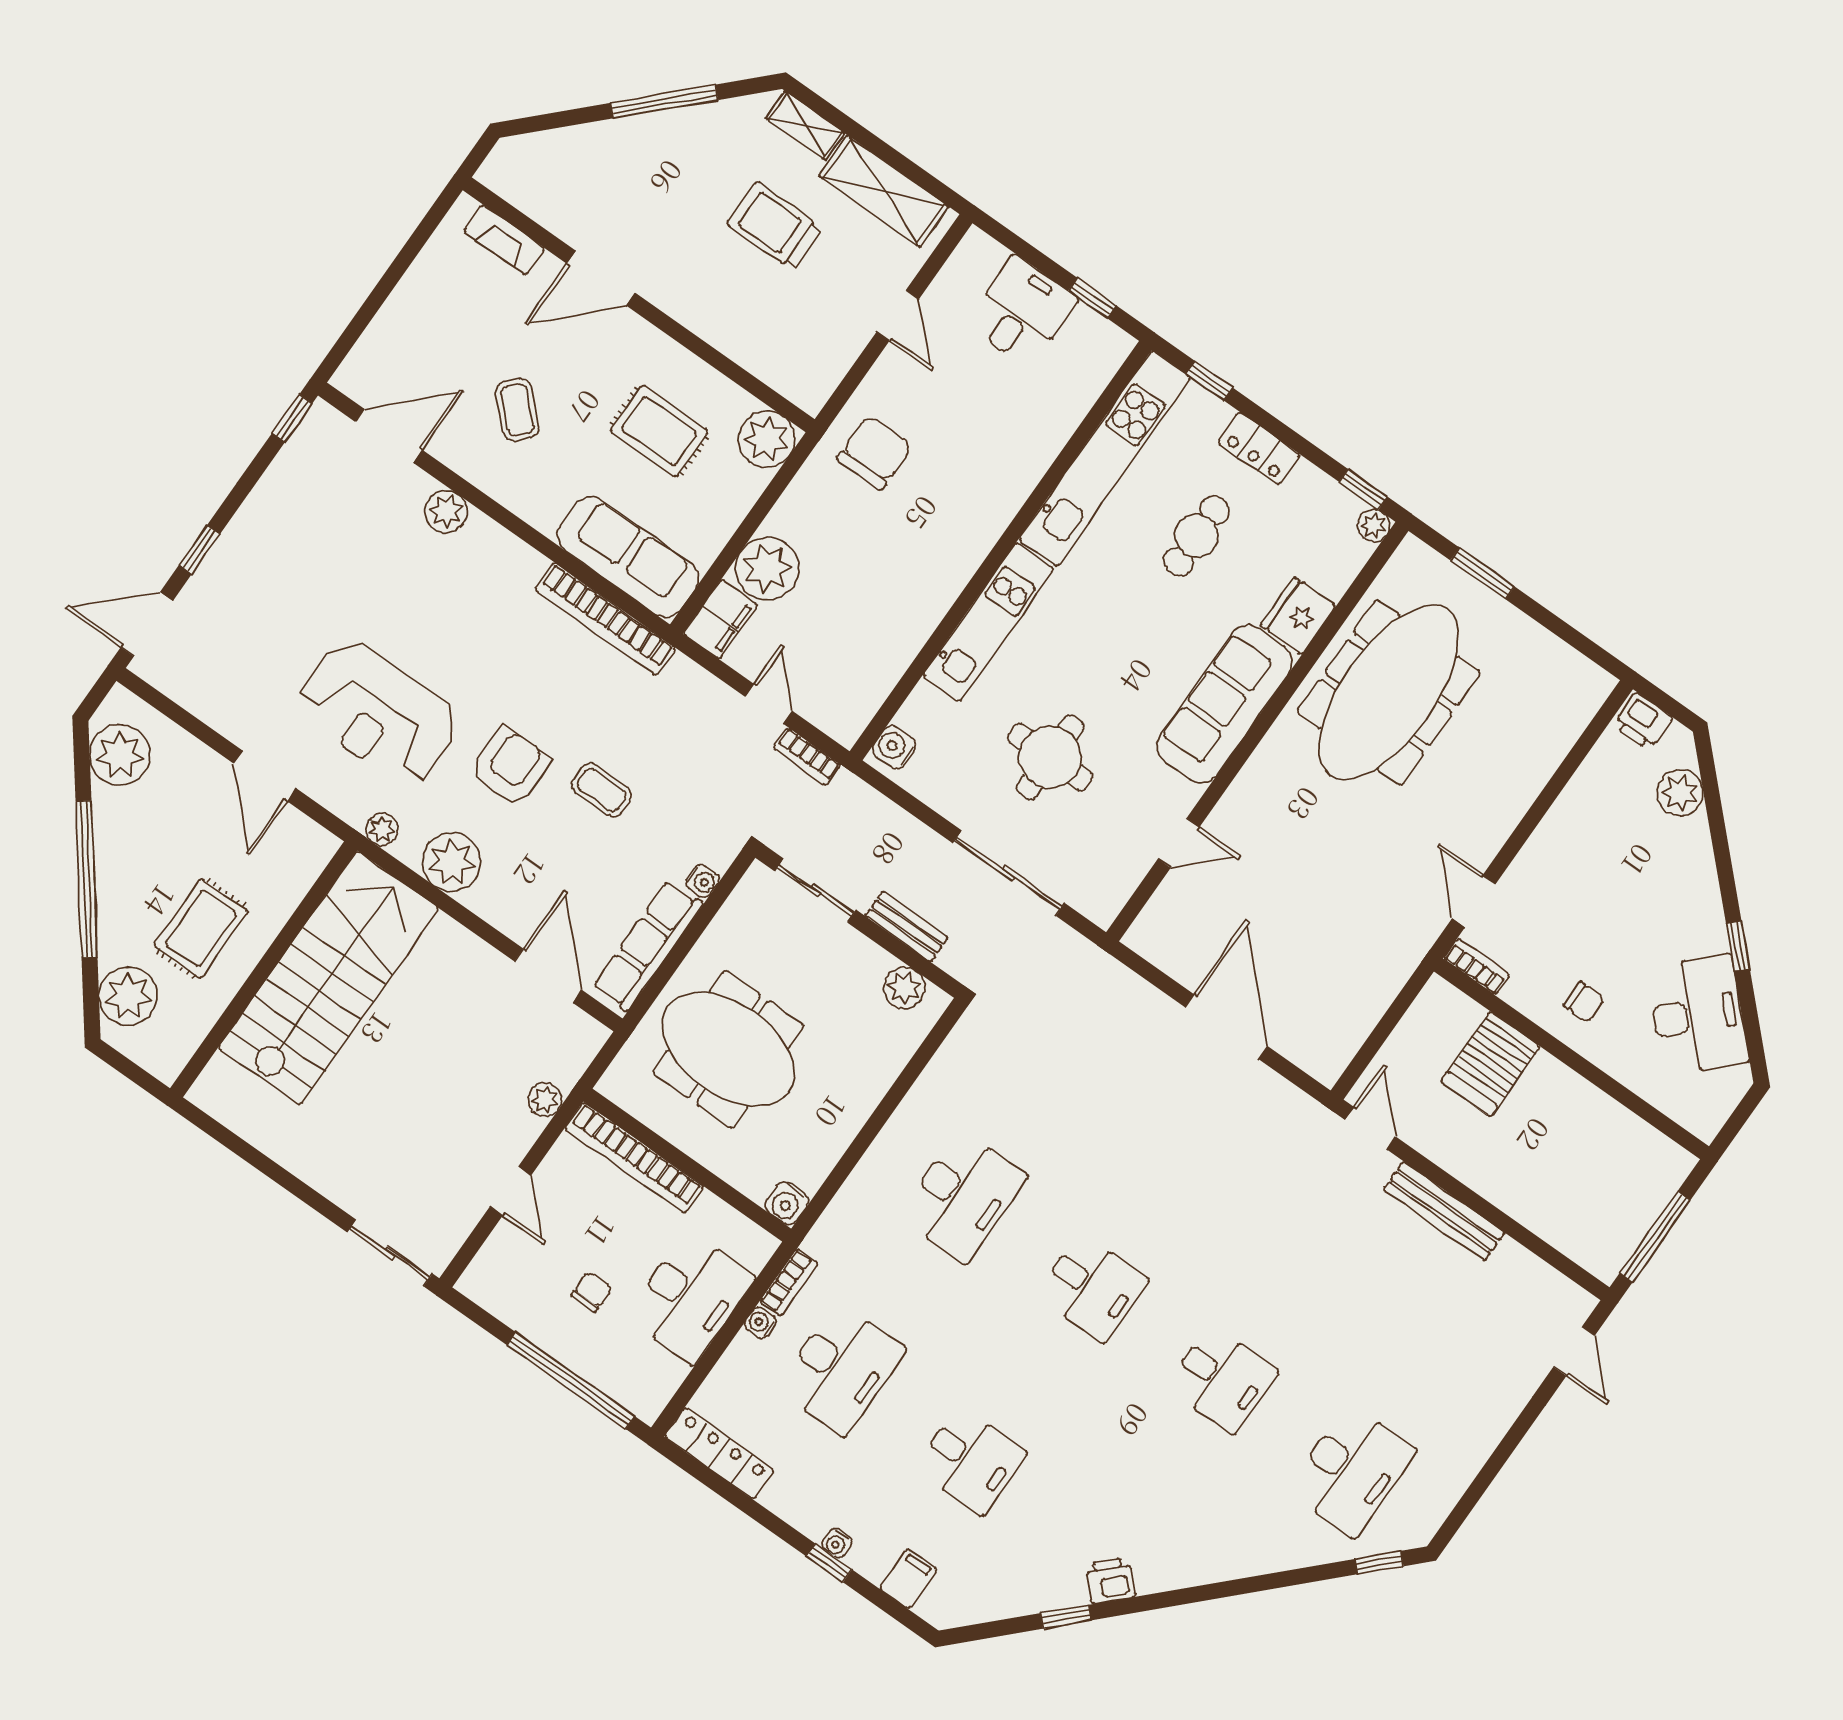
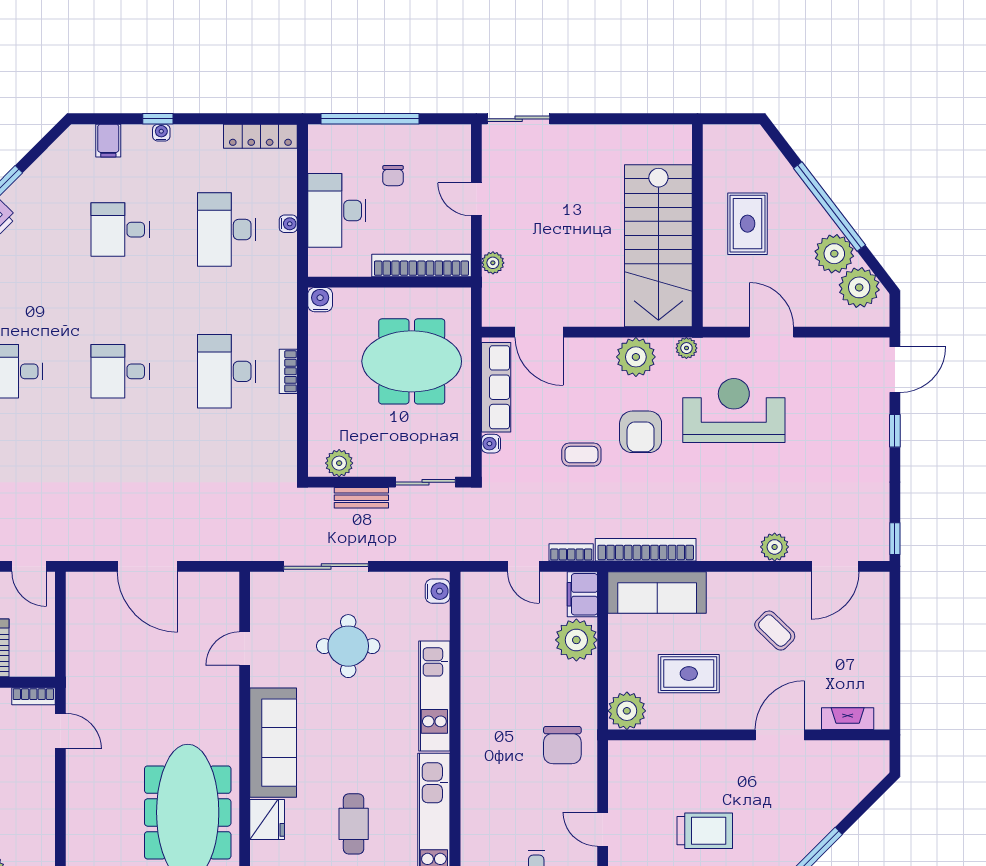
bookcase: (807, 757) -> (571, 552), moved
plant: (128, 996) -> (834, 254), moved
bookcase: (789, 1282) -> (288, 371), moved

